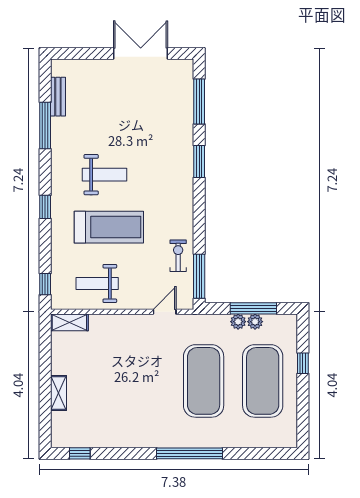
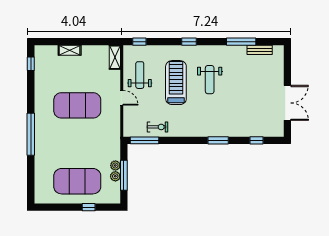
window: (199, 101) -> (257, 140), width x0.46
treadmill: (109, 227) -> (176, 83), turned 180
door: (165, 312) -> (122, 98), moved
exercise mat: (204, 381) -> (77, 105), moved

